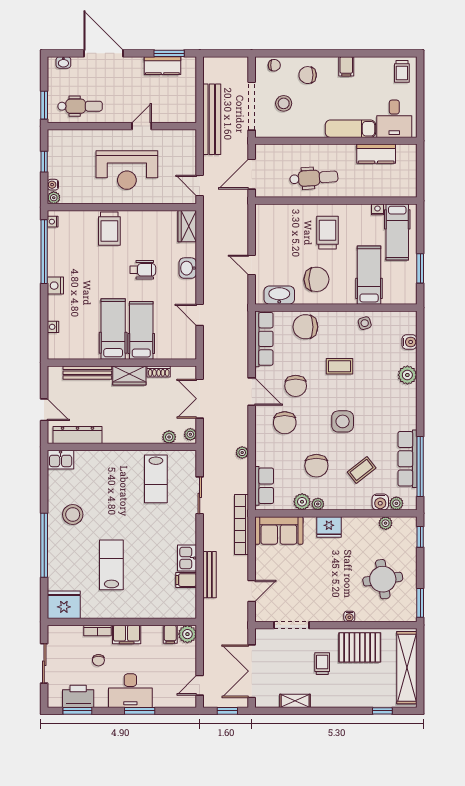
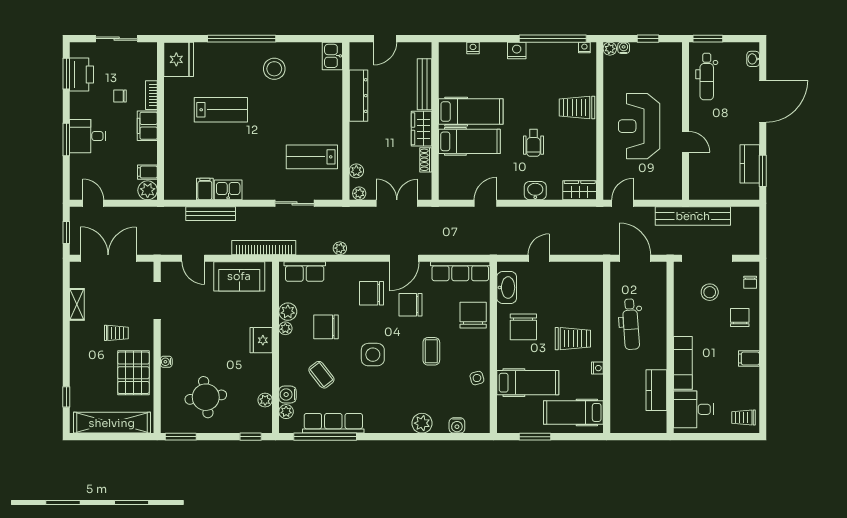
nightstand: (377, 209) -> (597, 368), moved
dresser: (77, 435) -> (358, 96), moved
sofa: (279, 530) -> (239, 276), moved, turned -90
desk: (130, 691) -> (88, 136), width x0.73

